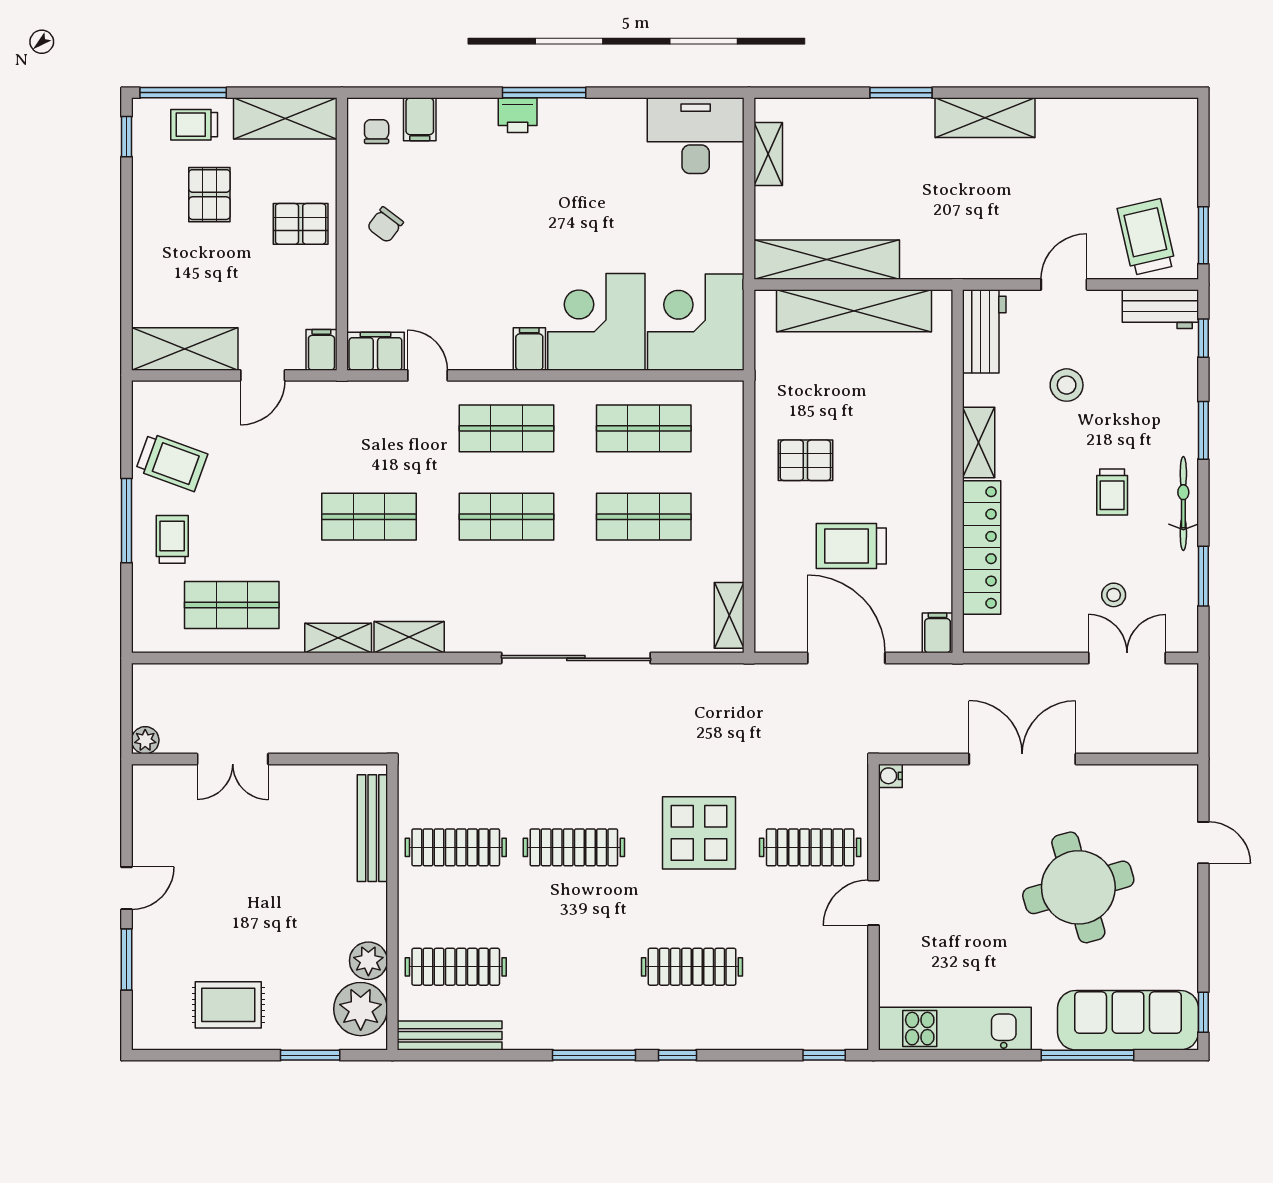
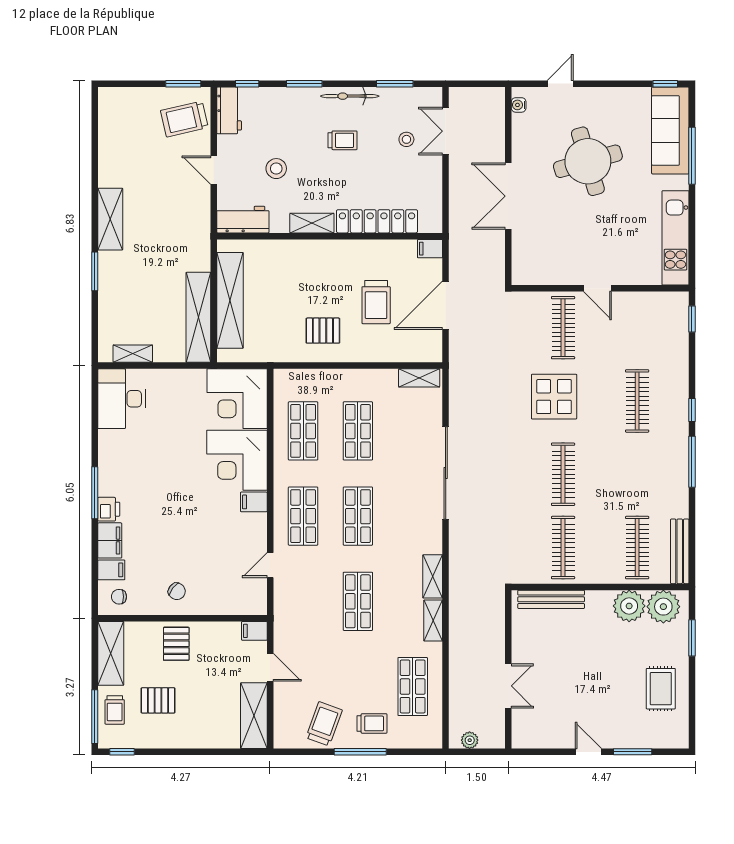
filing cabinet: (375, 351) -> (110, 540), moved, turned 180
pallet: (805, 460) -> (323, 331), turned 90
trolley: (172, 539) -> (372, 723), turned 180
plant: (145, 740) -> (470, 740), moved
water cooler: (890, 776) -> (519, 105), moved, turned 90
plant: (368, 961) -> (629, 606), width x1.36, depth x1.36

